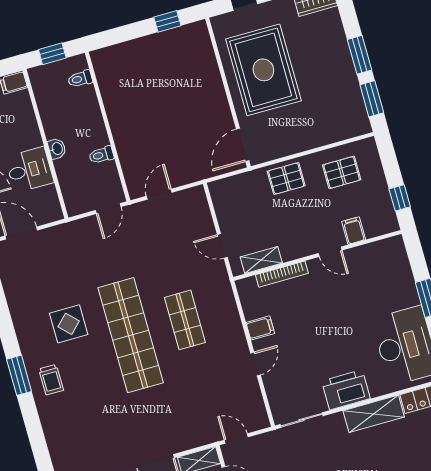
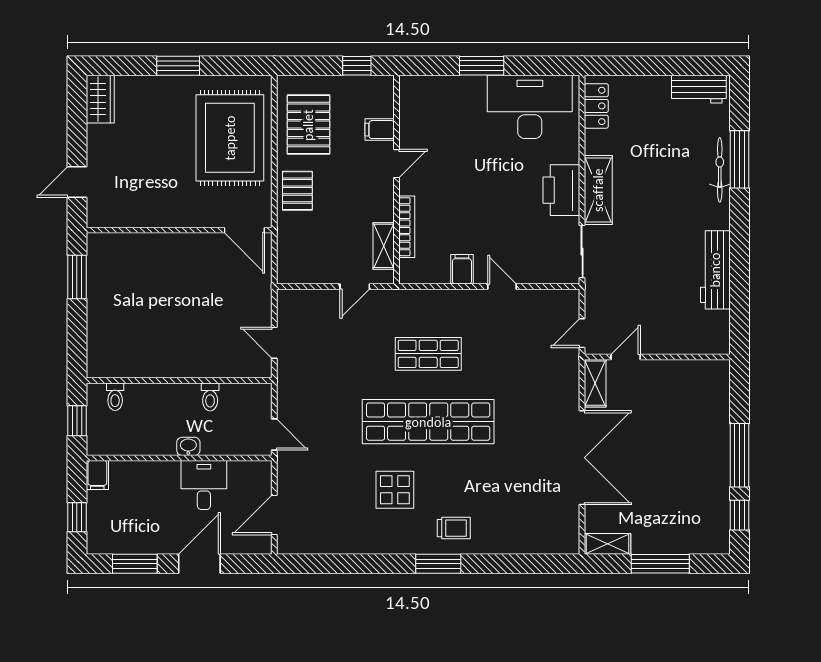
window: (167, 21) -> (77, 277), width x1.50
rug: (263, 70) -> (230, 138), moved, turned 90
window: (372, 99) -> (233, 66), removed
pallet: (342, 172) -> (308, 125), width x1.50, depth x1.42
door: (108, 209) -> (274, 434), moved
shelving: (374, 414) -> (598, 190), moved

